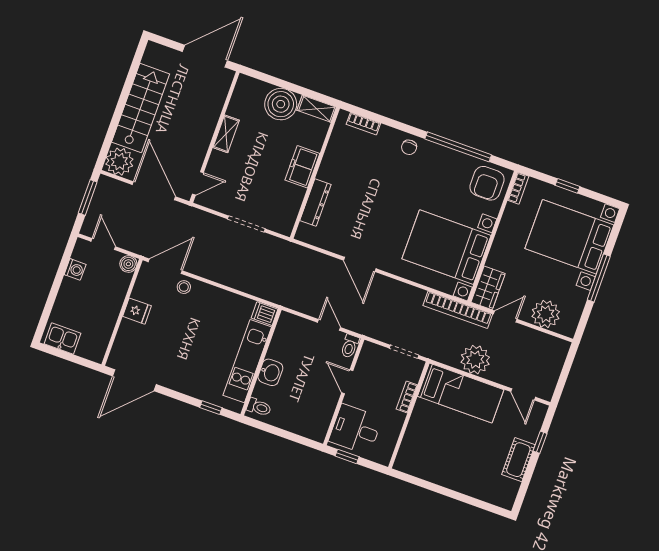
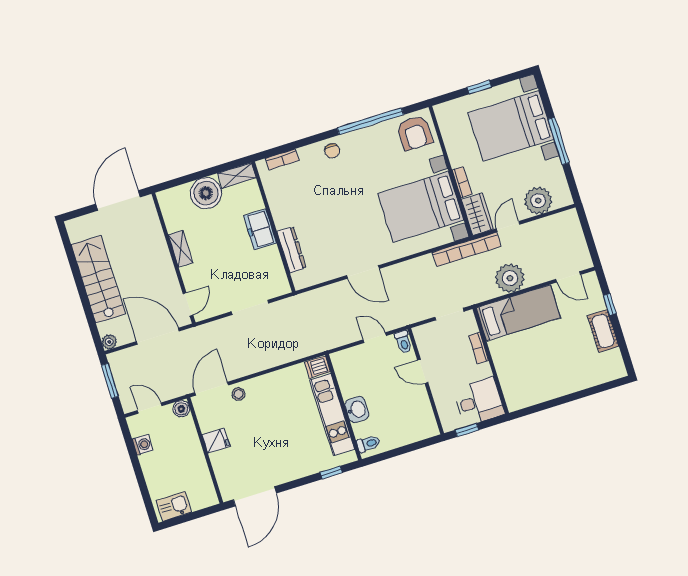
plant: (119, 162) -> (109, 342), width x0.53, depth x0.53
bookcase: (518, 188) -> (462, 182), moved
desk: (355, 429) -> (479, 401), moved, turned 180

